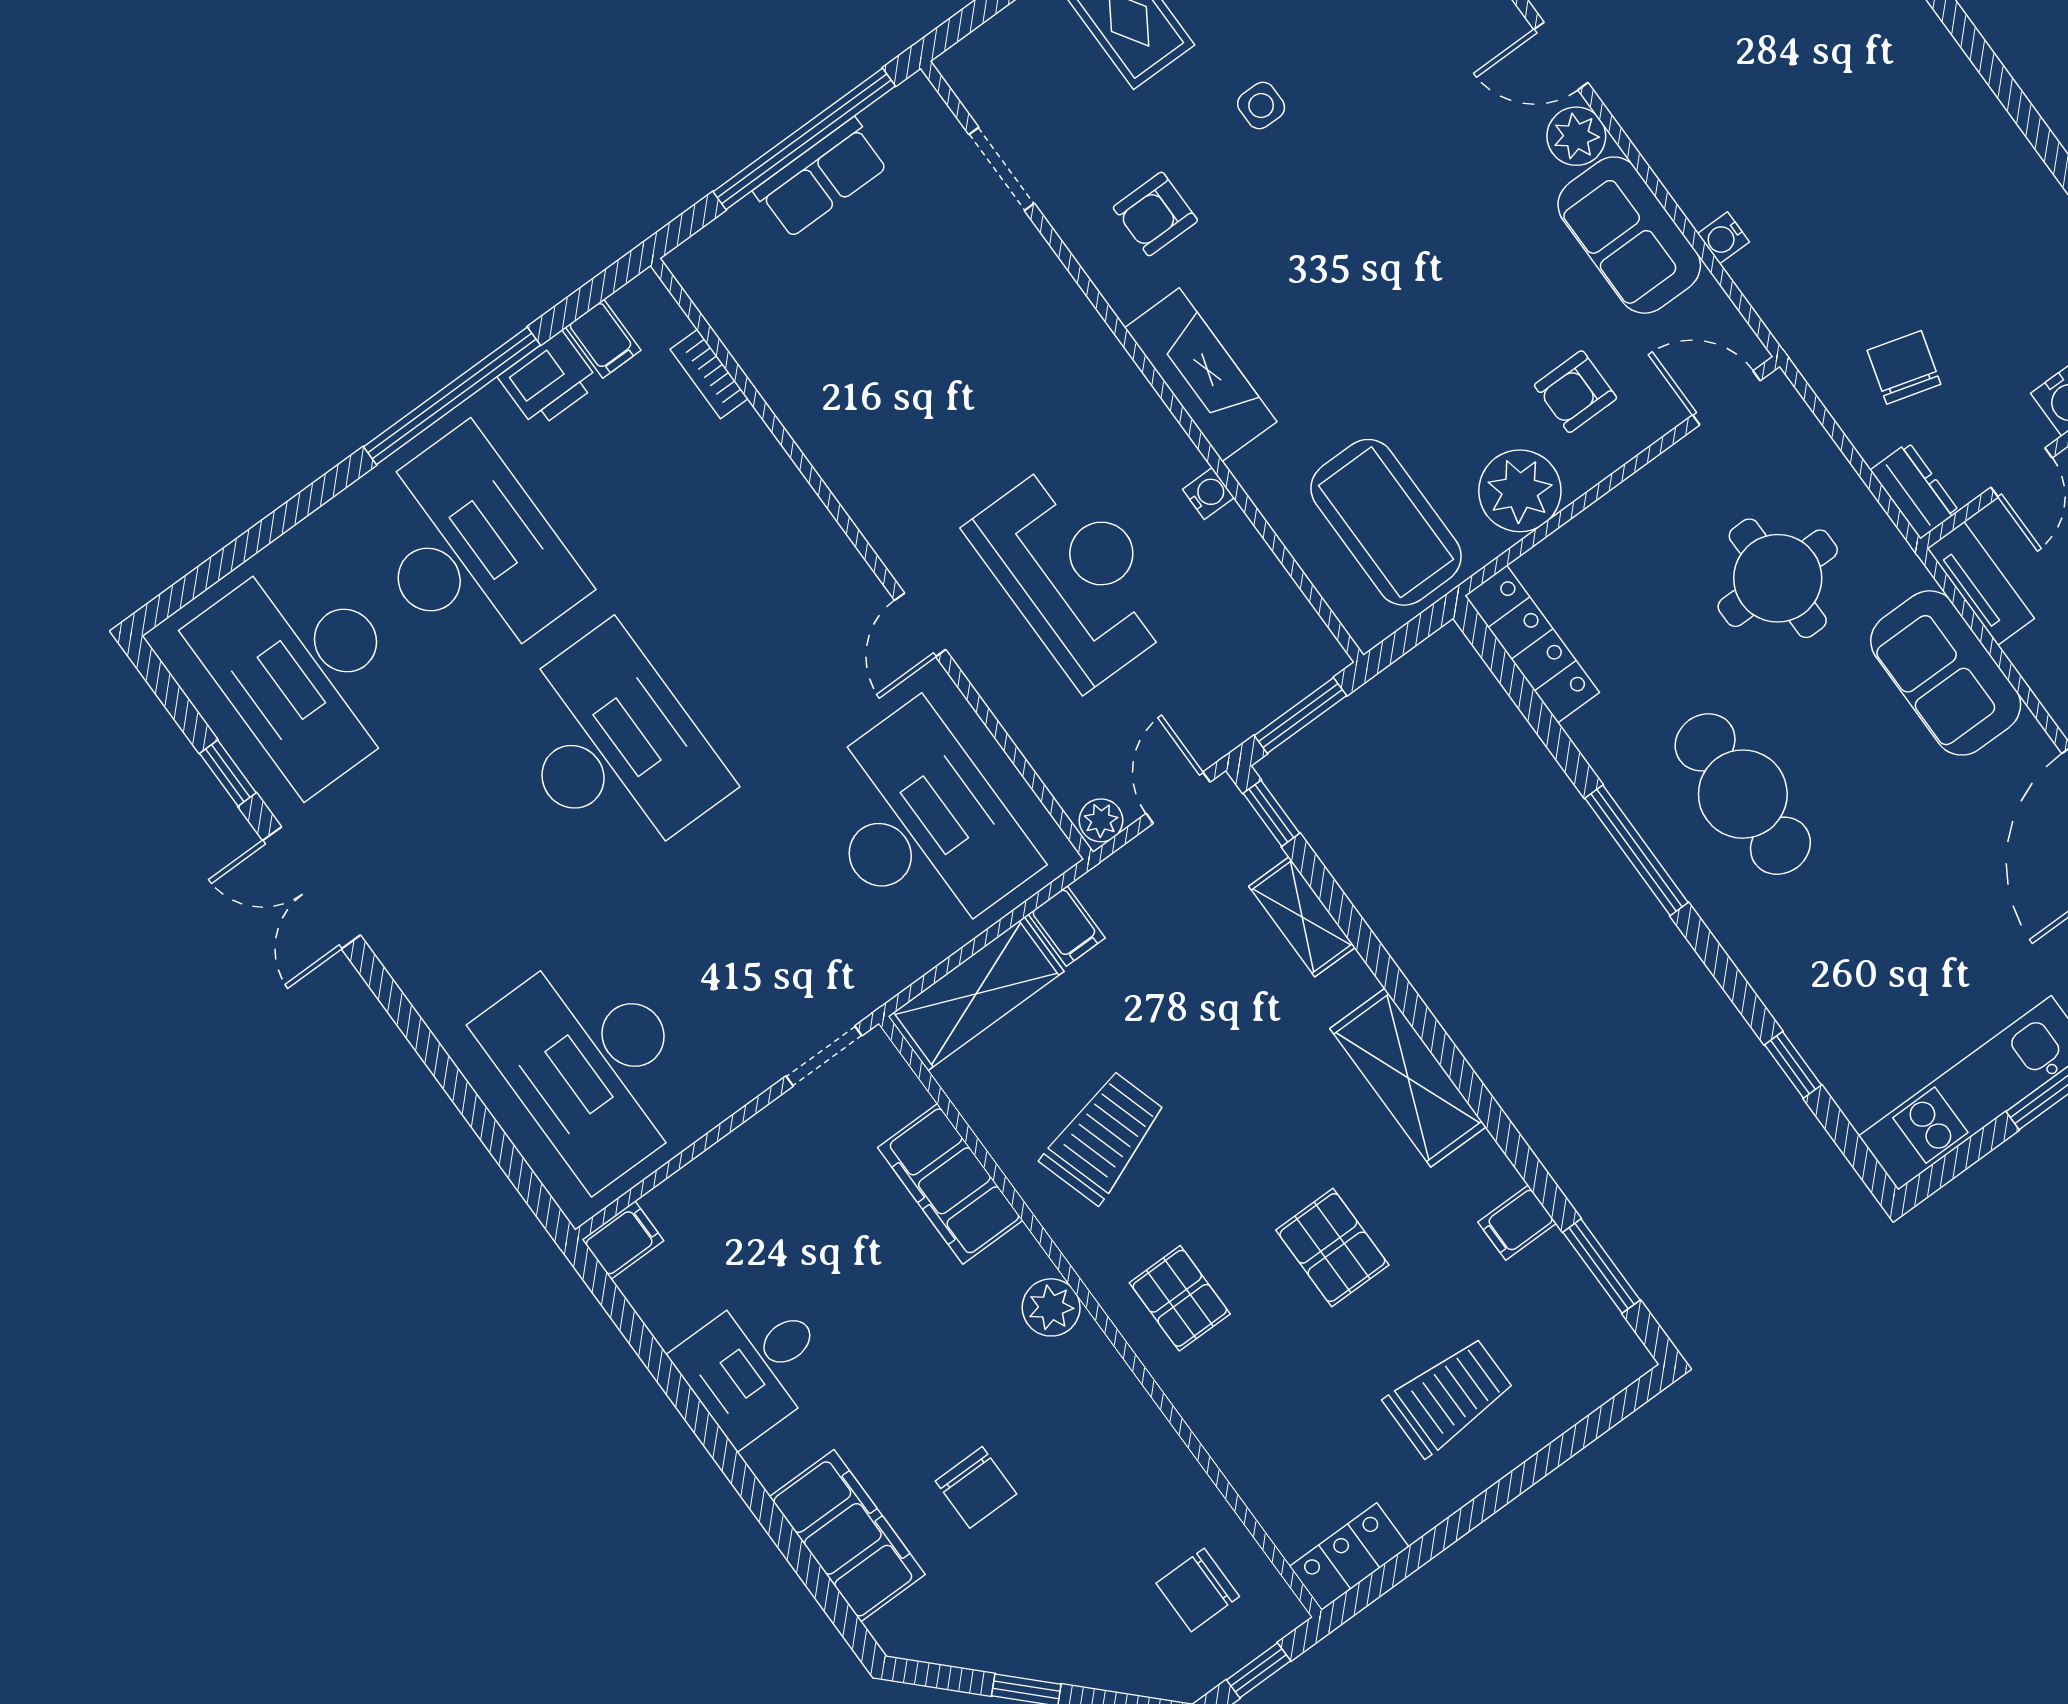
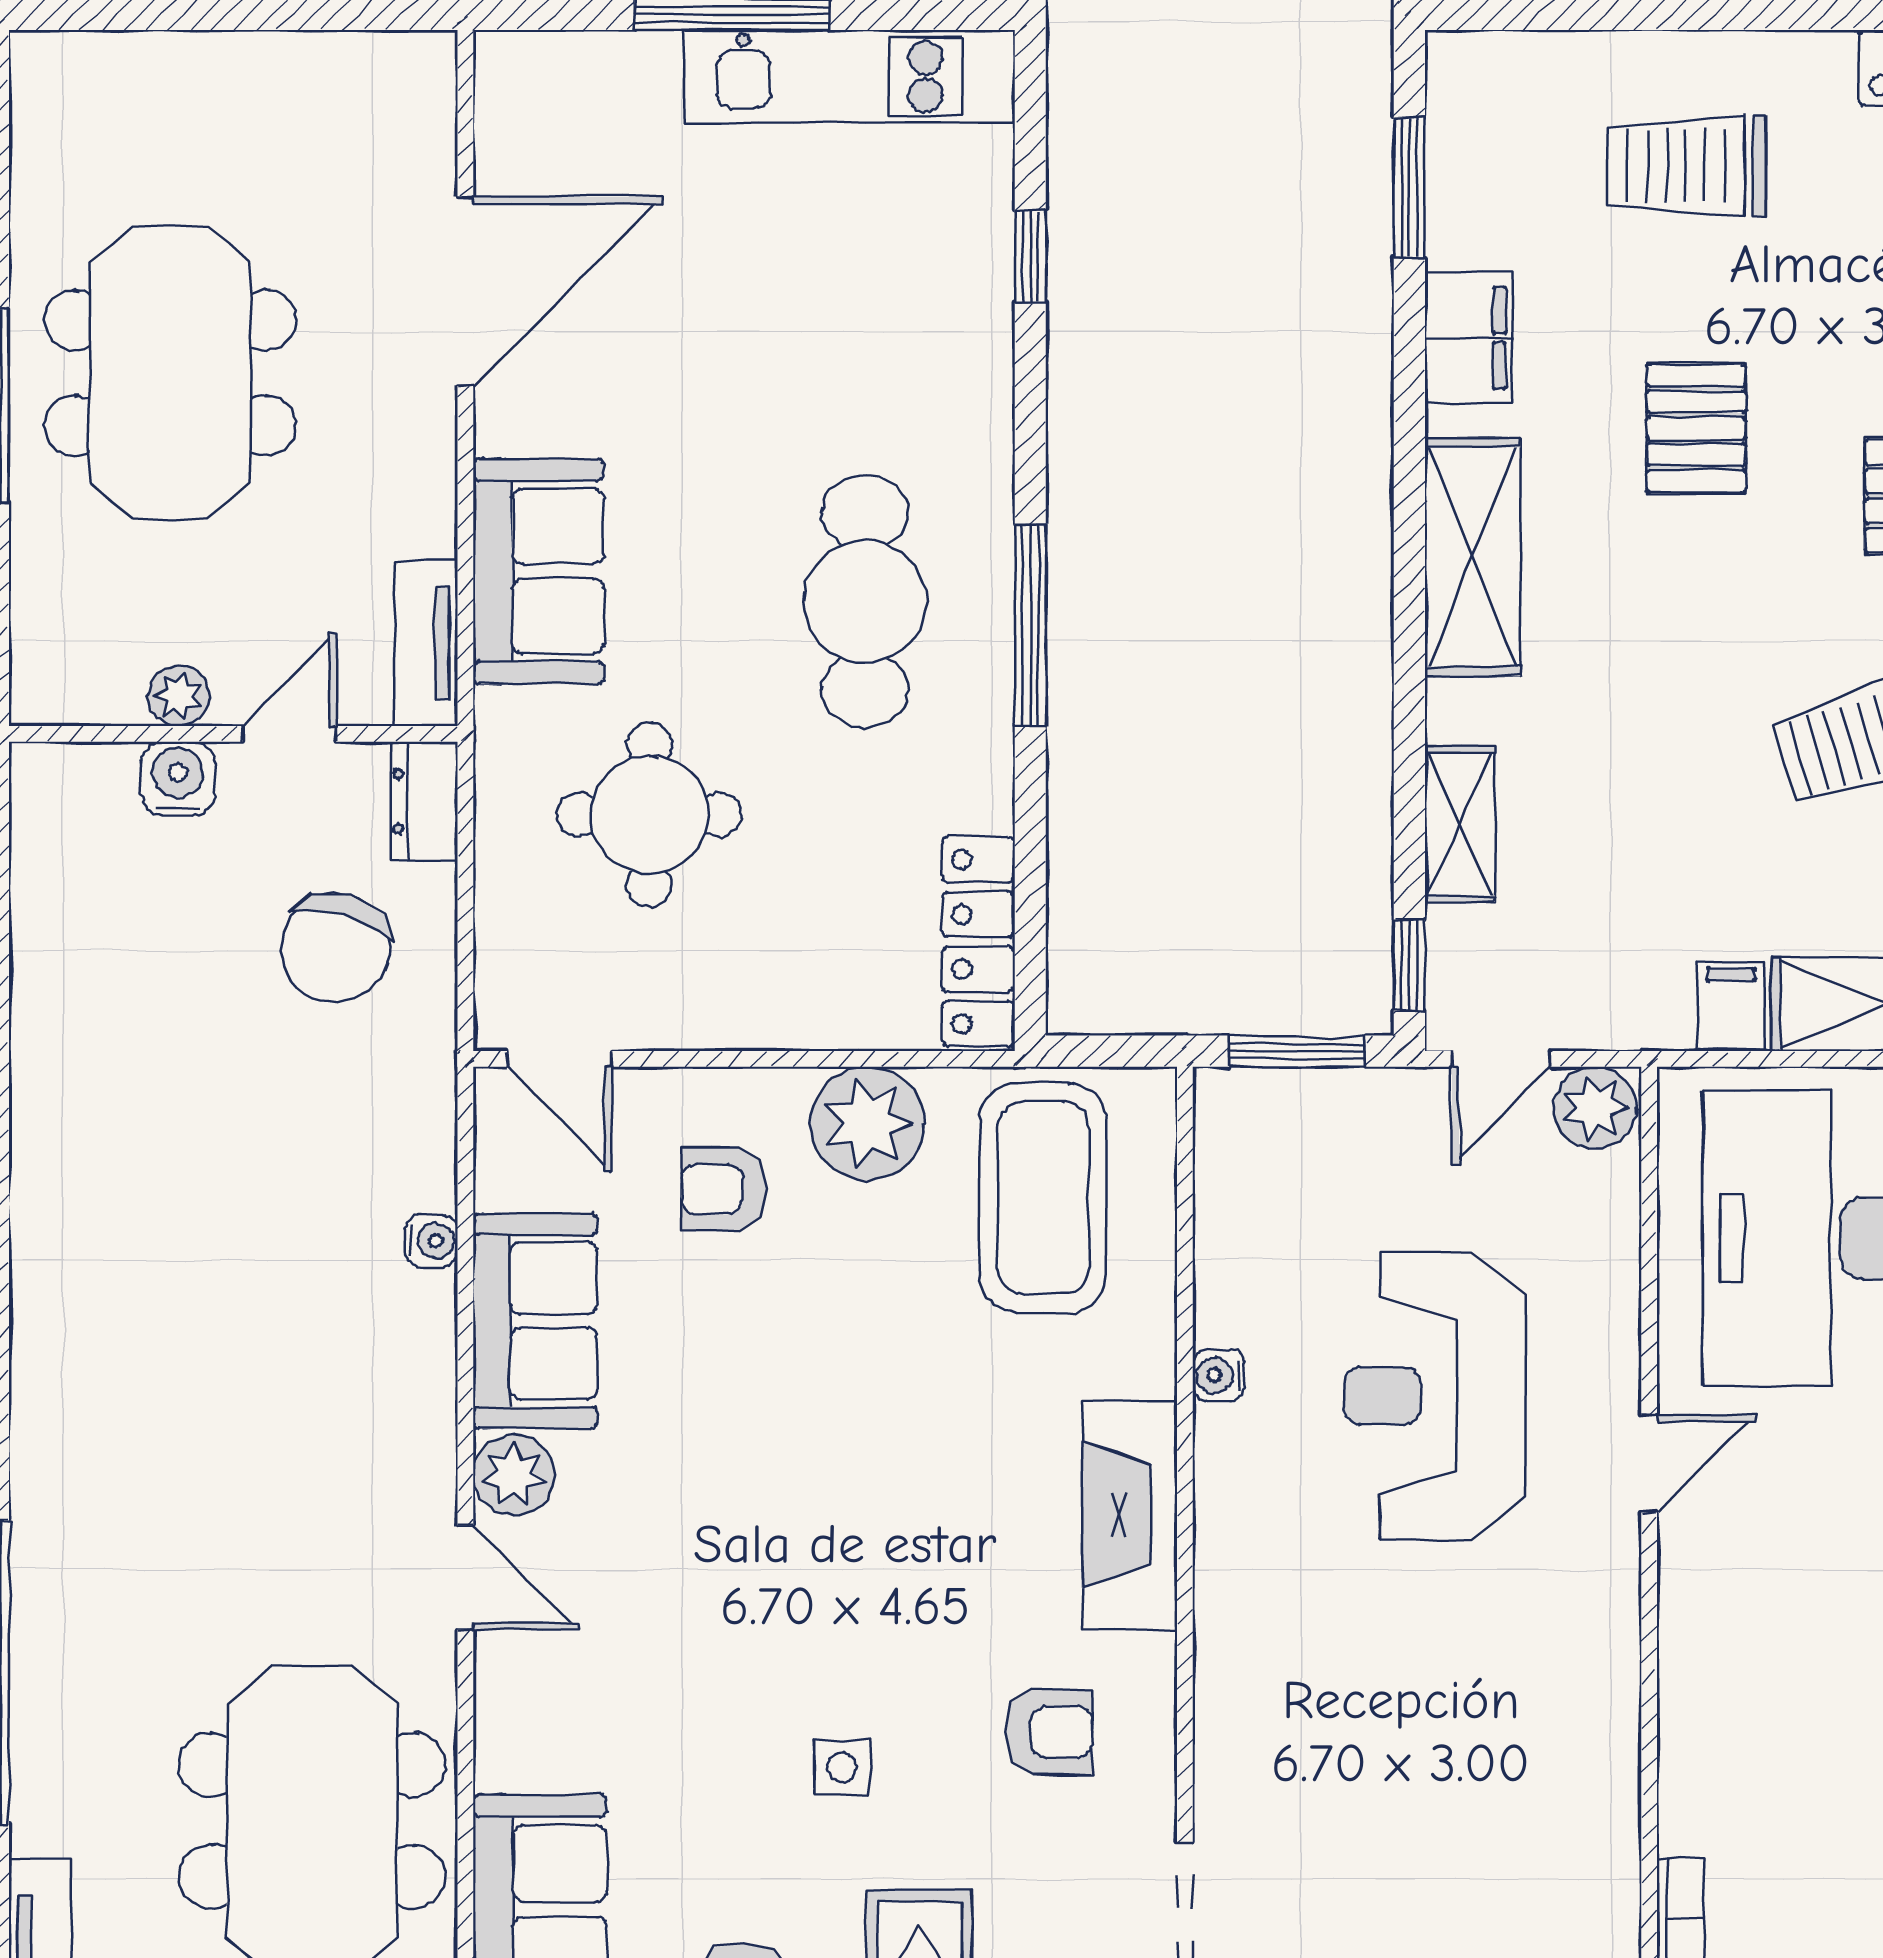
chair: (1904, 367) -> (335, 948), width x1.37, depth x1.37
armchair: (1576, 392) -> (723, 1189), turned 180
plant: (1101, 820) -> (1595, 1108), width x1.38, depth x1.38
filing cabinet: (1517, 1223) -> (1469, 338), width x2.00

